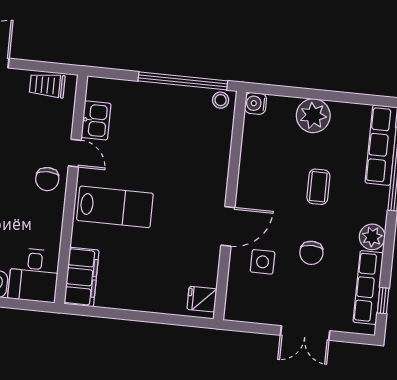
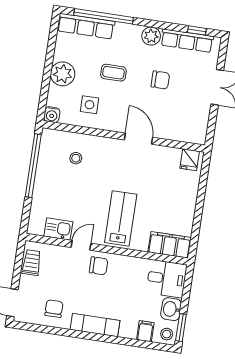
trolley: (47, 85) -> (32, 263), turned 180
stool: (221, 100) -> (76, 158), moved
side table: (263, 262) -> (89, 105), moved

